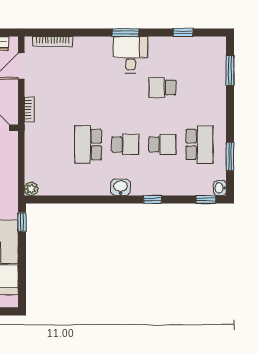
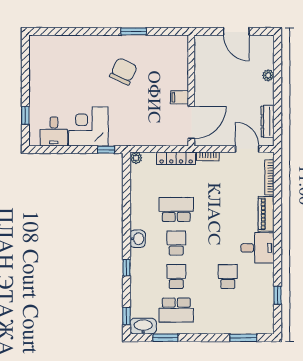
window: (125, 32) -> (278, 243), removed
piano: (93, 45) -> (266, 214), added
school desk: (125, 144) -> (176, 243), turned 180
school desk: (162, 144) -> (176, 277), turned 180
locker: (31, 145) -> (176, 158), added
washbasin: (220, 188) -> (143, 326), width x1.91, depth x1.45

